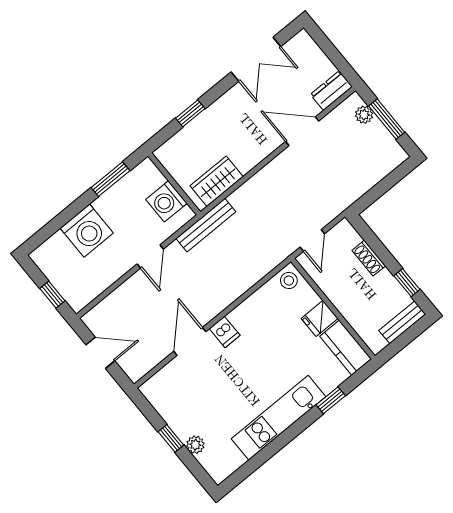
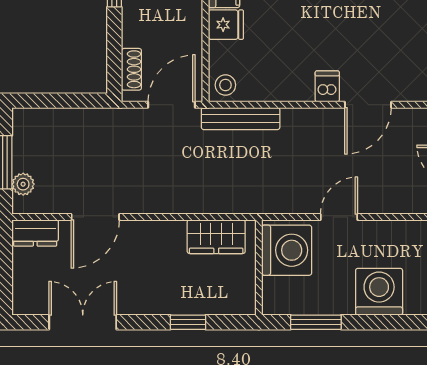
door: (302, 131) -> (95, 217), hinge flipped
washing machine: (166, 201) -> (287, 250), width x1.37, depth x1.37
bench: (206, 225) -> (241, 119), moved
door: (312, 241) -> (172, 105), width x1.37
shoe rack: (369, 258) -> (131, 69), moved

